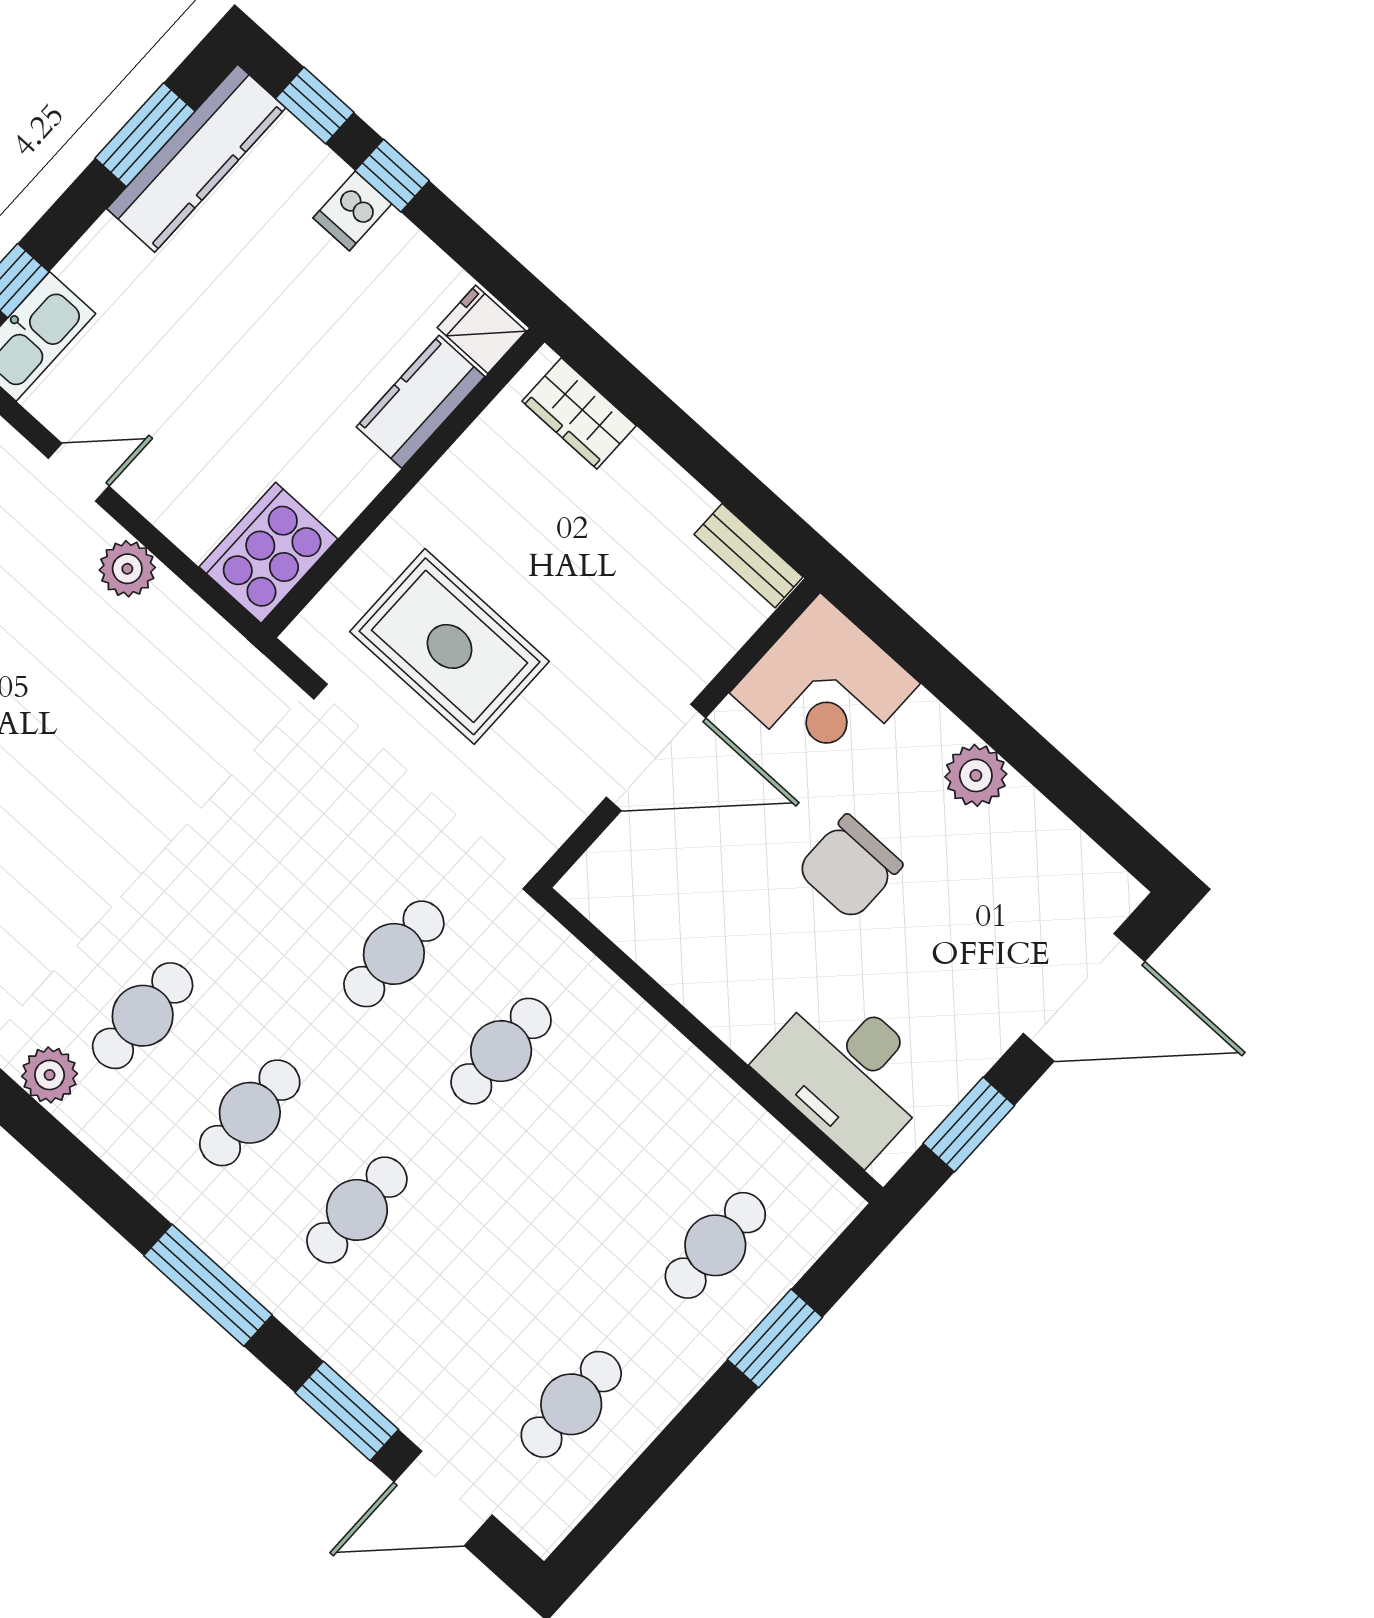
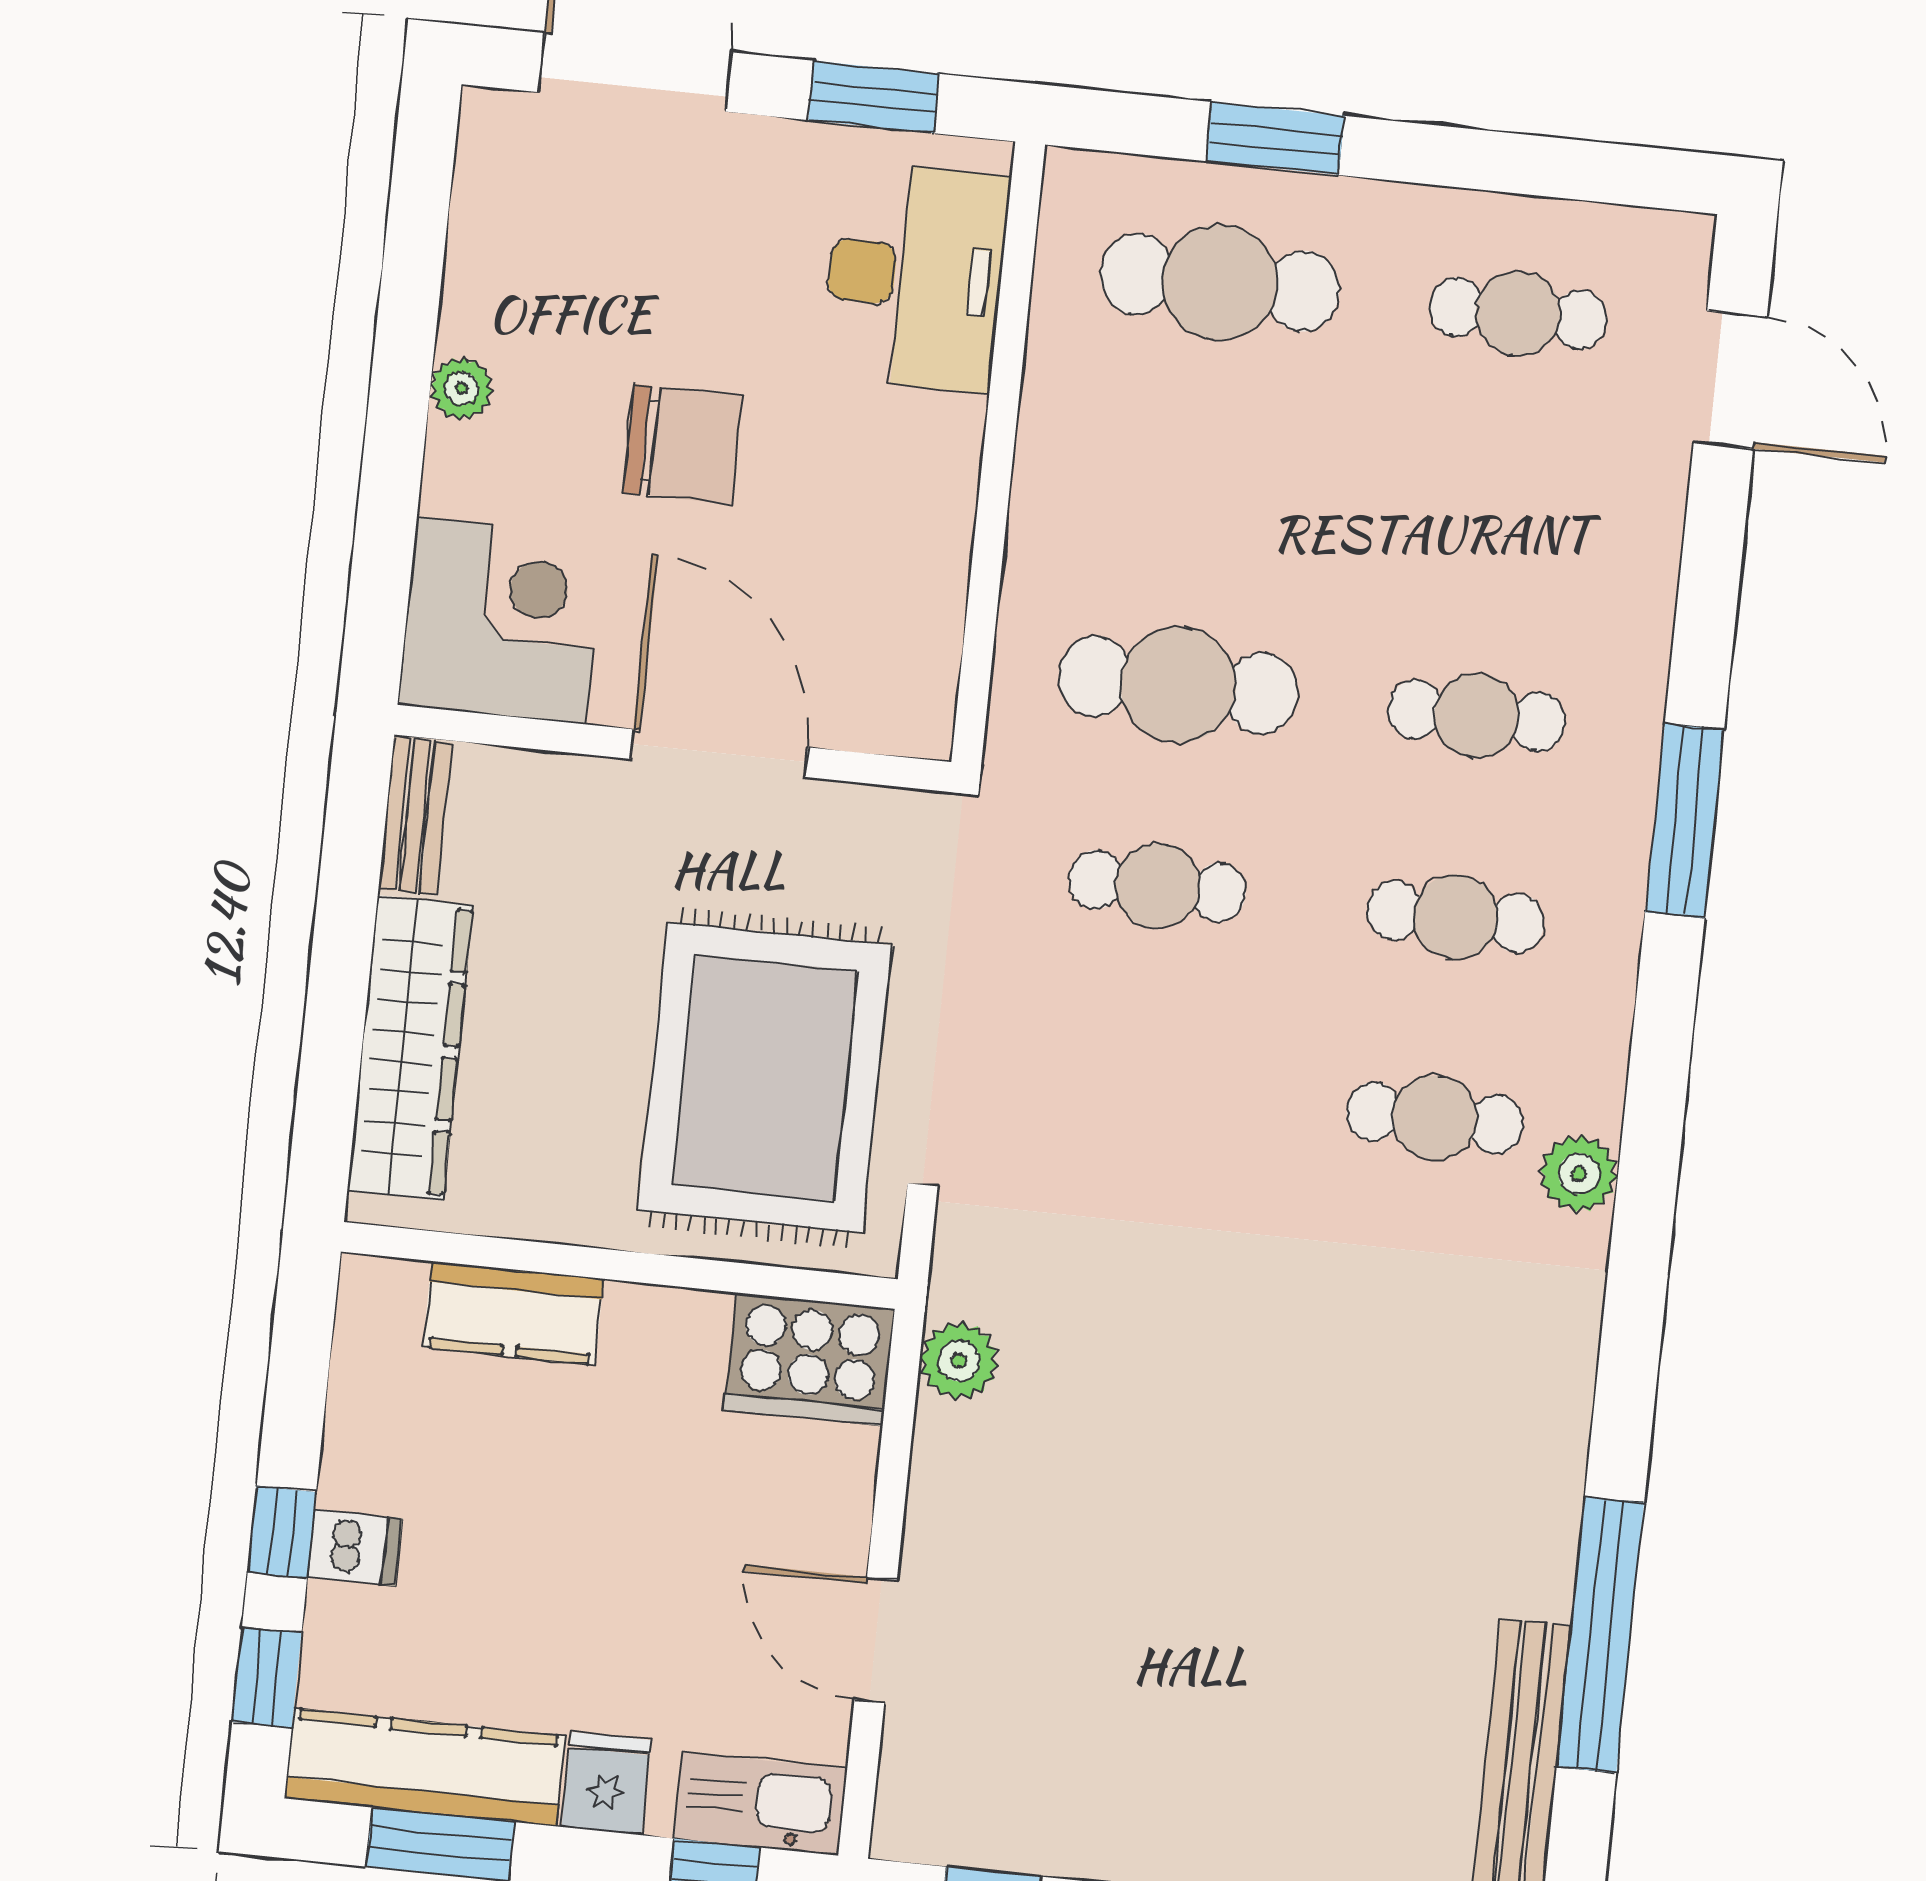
fridge: (482, 329) -> (606, 1784), moved, turned 180
wardrobe: (579, 413) -> (410, 1048), width x2.10, depth x1.17
door: (79, 472) -> (876, 1640), width x1.38
plant: (127, 569) -> (959, 1361), moved
rug: (450, 646) -> (765, 1078), width x1.37, depth x1.44
plant: (976, 775) -> (462, 388), width x0.73, depth x0.73
cafe table: (501, 1051) -> (1178, 685), width x1.37, depth x1.35
cafe table: (715, 1245) -> (1220, 283), width x1.37, depth x1.35
window: (347, 1411) -> (1711, 561), removed

